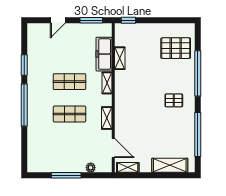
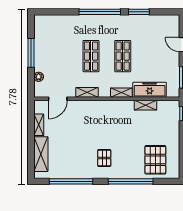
shelving: (128, 167) -> (39, 125), moved

